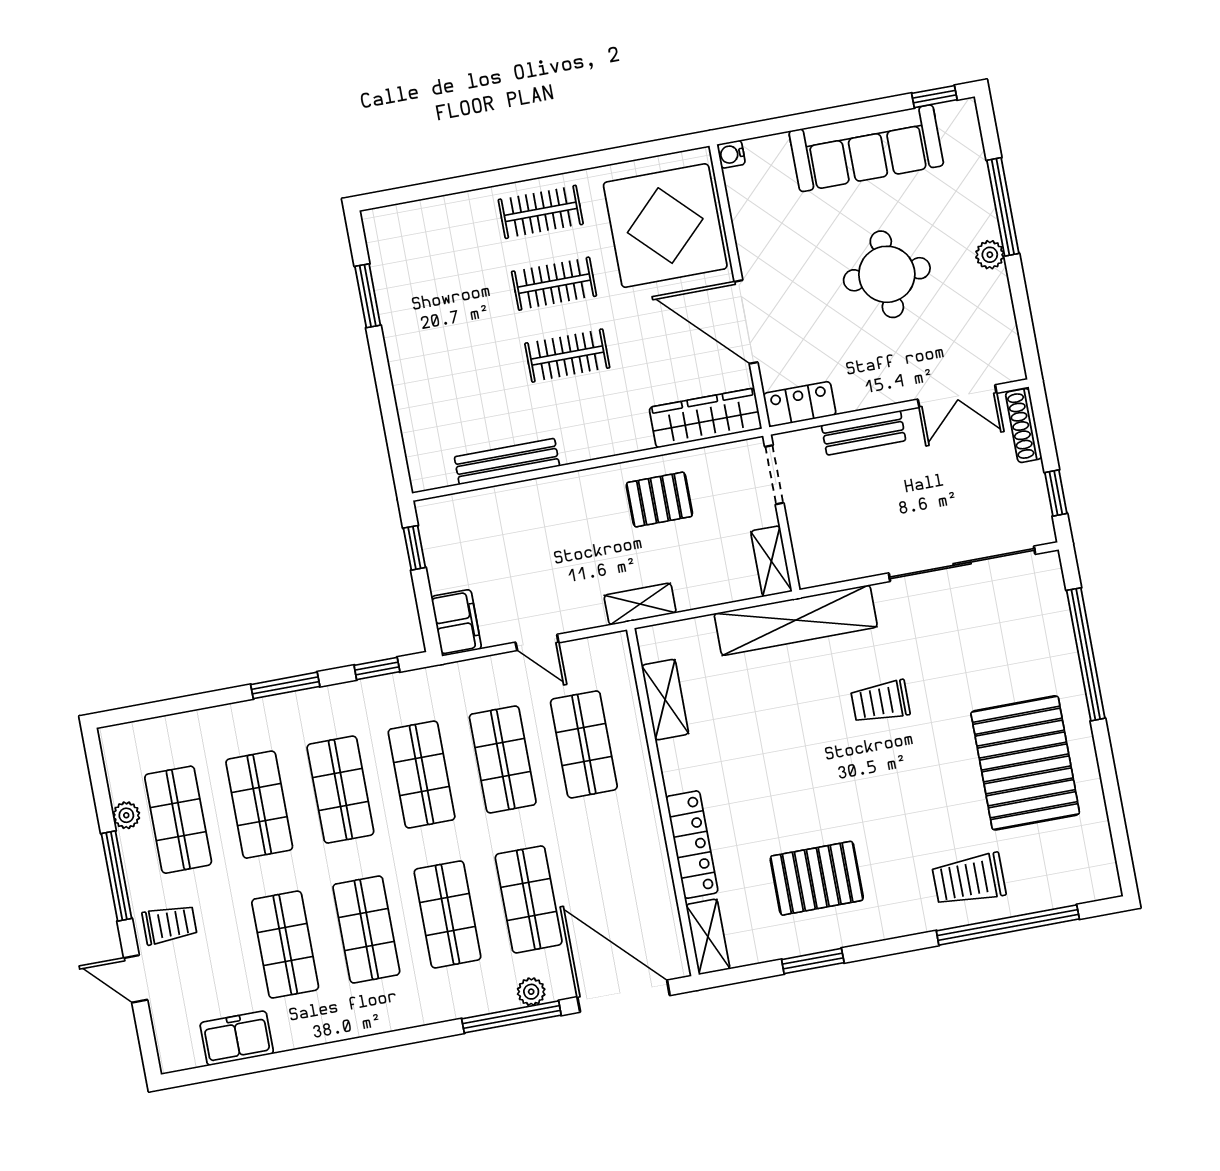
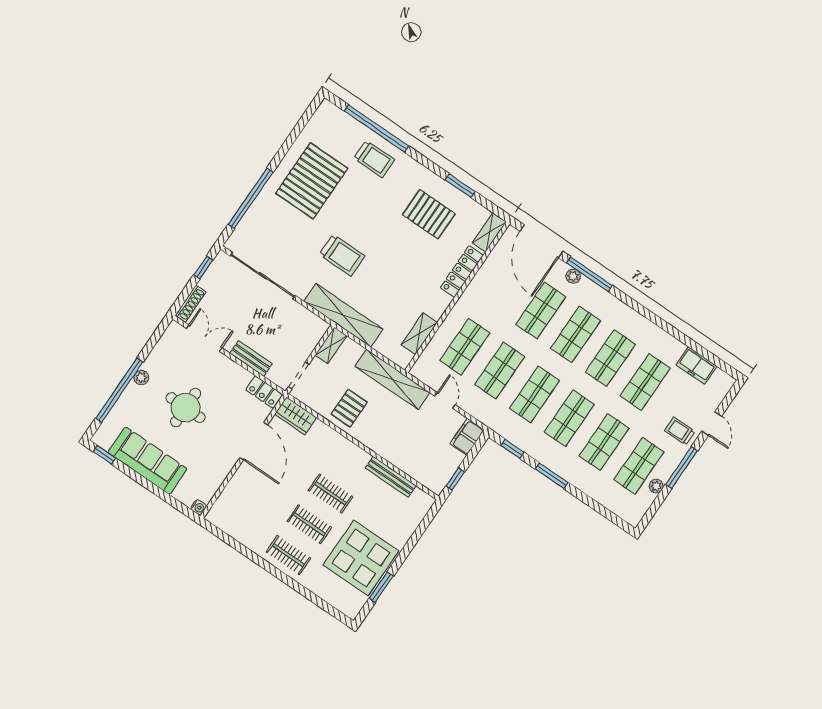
window: (1003, 207) -> (119, 390), width x1.46
display table: (665, 226) -> (361, 558), moved
wardrobe: (705, 418) -> (296, 416), width x0.67
pallet: (659, 500) -> (349, 408), turned 90
shelving: (640, 604) -> (392, 379), width x2.20, depth x1.33
trolley: (880, 702) -> (342, 255), width x1.36, depth x1.39

